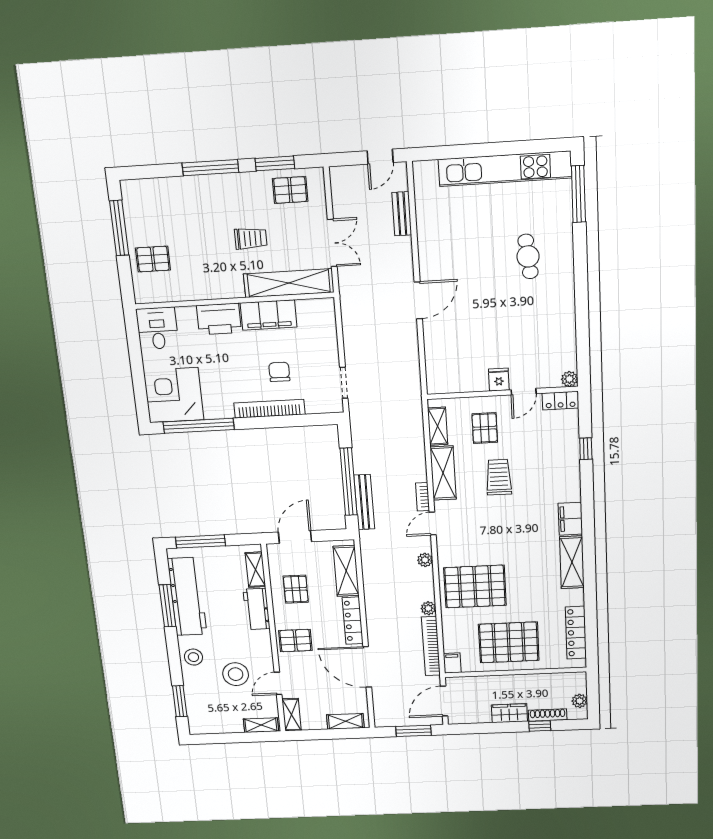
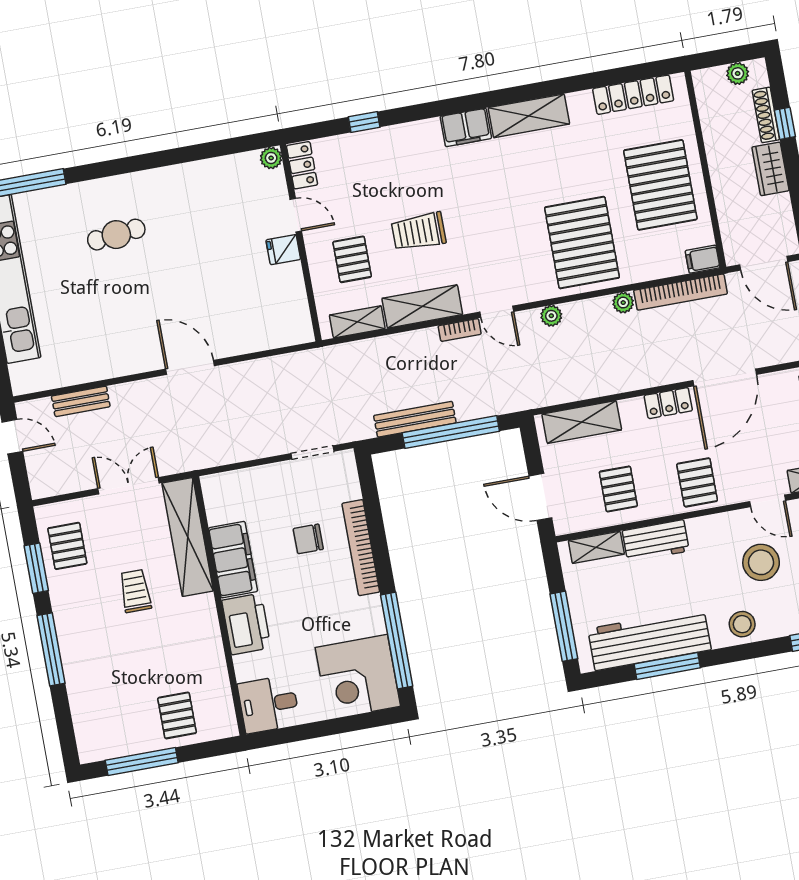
pallet: (485, 428) -> (352, 259), turned 90
bench: (364, 502) -> (415, 419), moved
pallet: (296, 589) -> (618, 489), turned 90
locker: (353, 621) -> (668, 403), width x0.66

